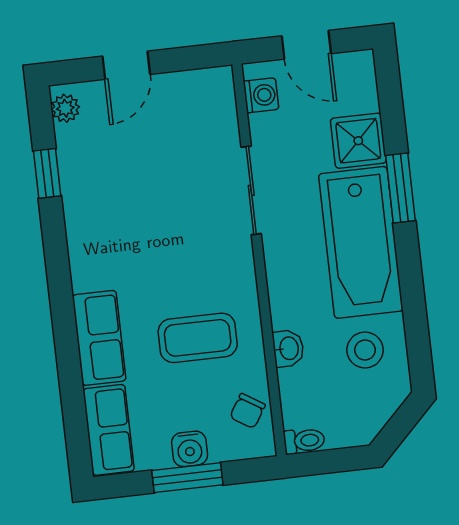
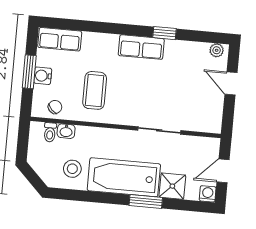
washing machine: (261, 95) -> (208, 194), moved, turned 180
window: (47, 173) -> (164, 33), moved
row of seats: (99, 338) -> (141, 47), moved
washbasin: (288, 348) -> (66, 131), moved
chair: (248, 411) -> (55, 107), turned 104
toilet: (304, 441) -> (50, 132), moved

